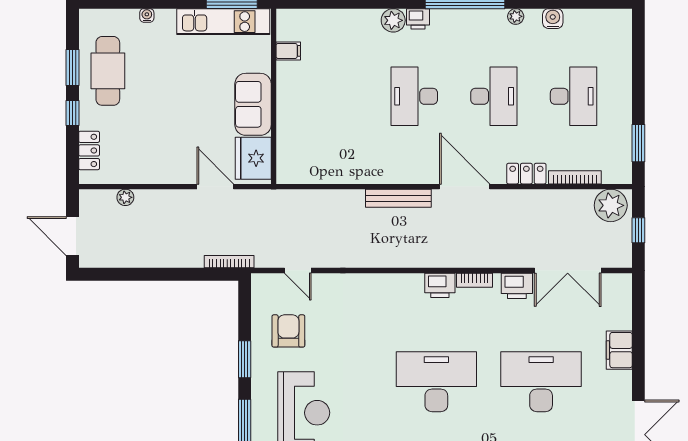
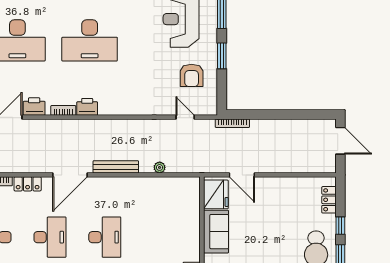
desk: (494, 96) -> (50, 237), turned 180
door: (465, 187) -> (70, 175), hinge flipped
plant: (125, 197) -> (160, 167), moved

